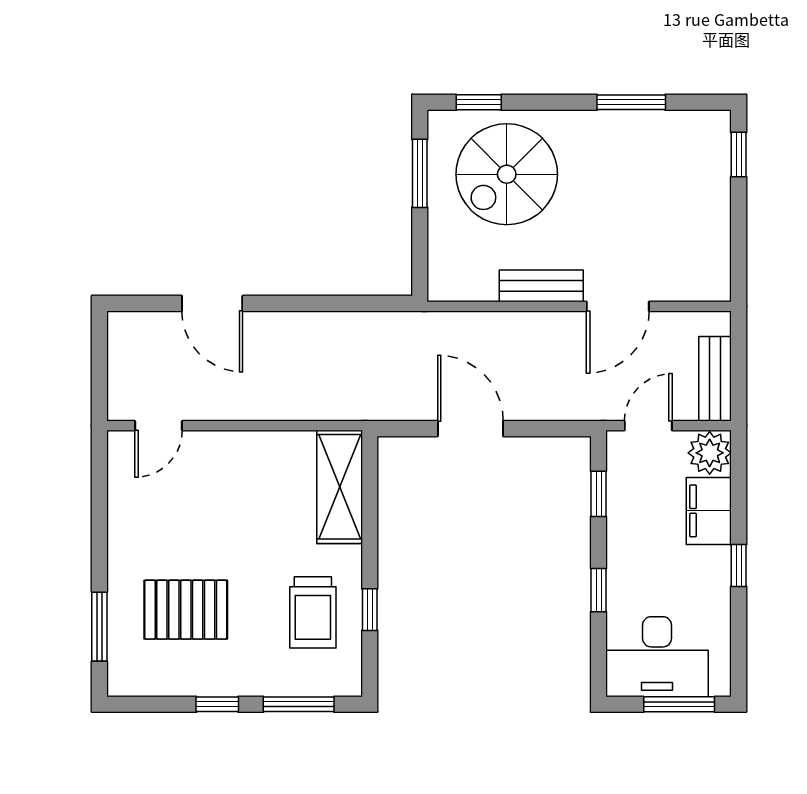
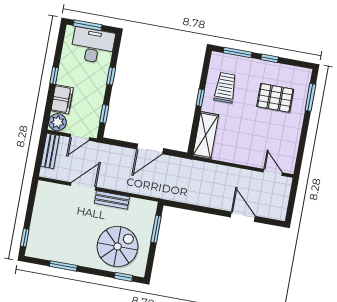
window: (420, 173) -> (156, 229), moved
door: (159, 426) -> (273, 172), hinge flipped
door: (470, 429) -> (150, 149), hinge flipped
window: (370, 610) -> (200, 98), moved

